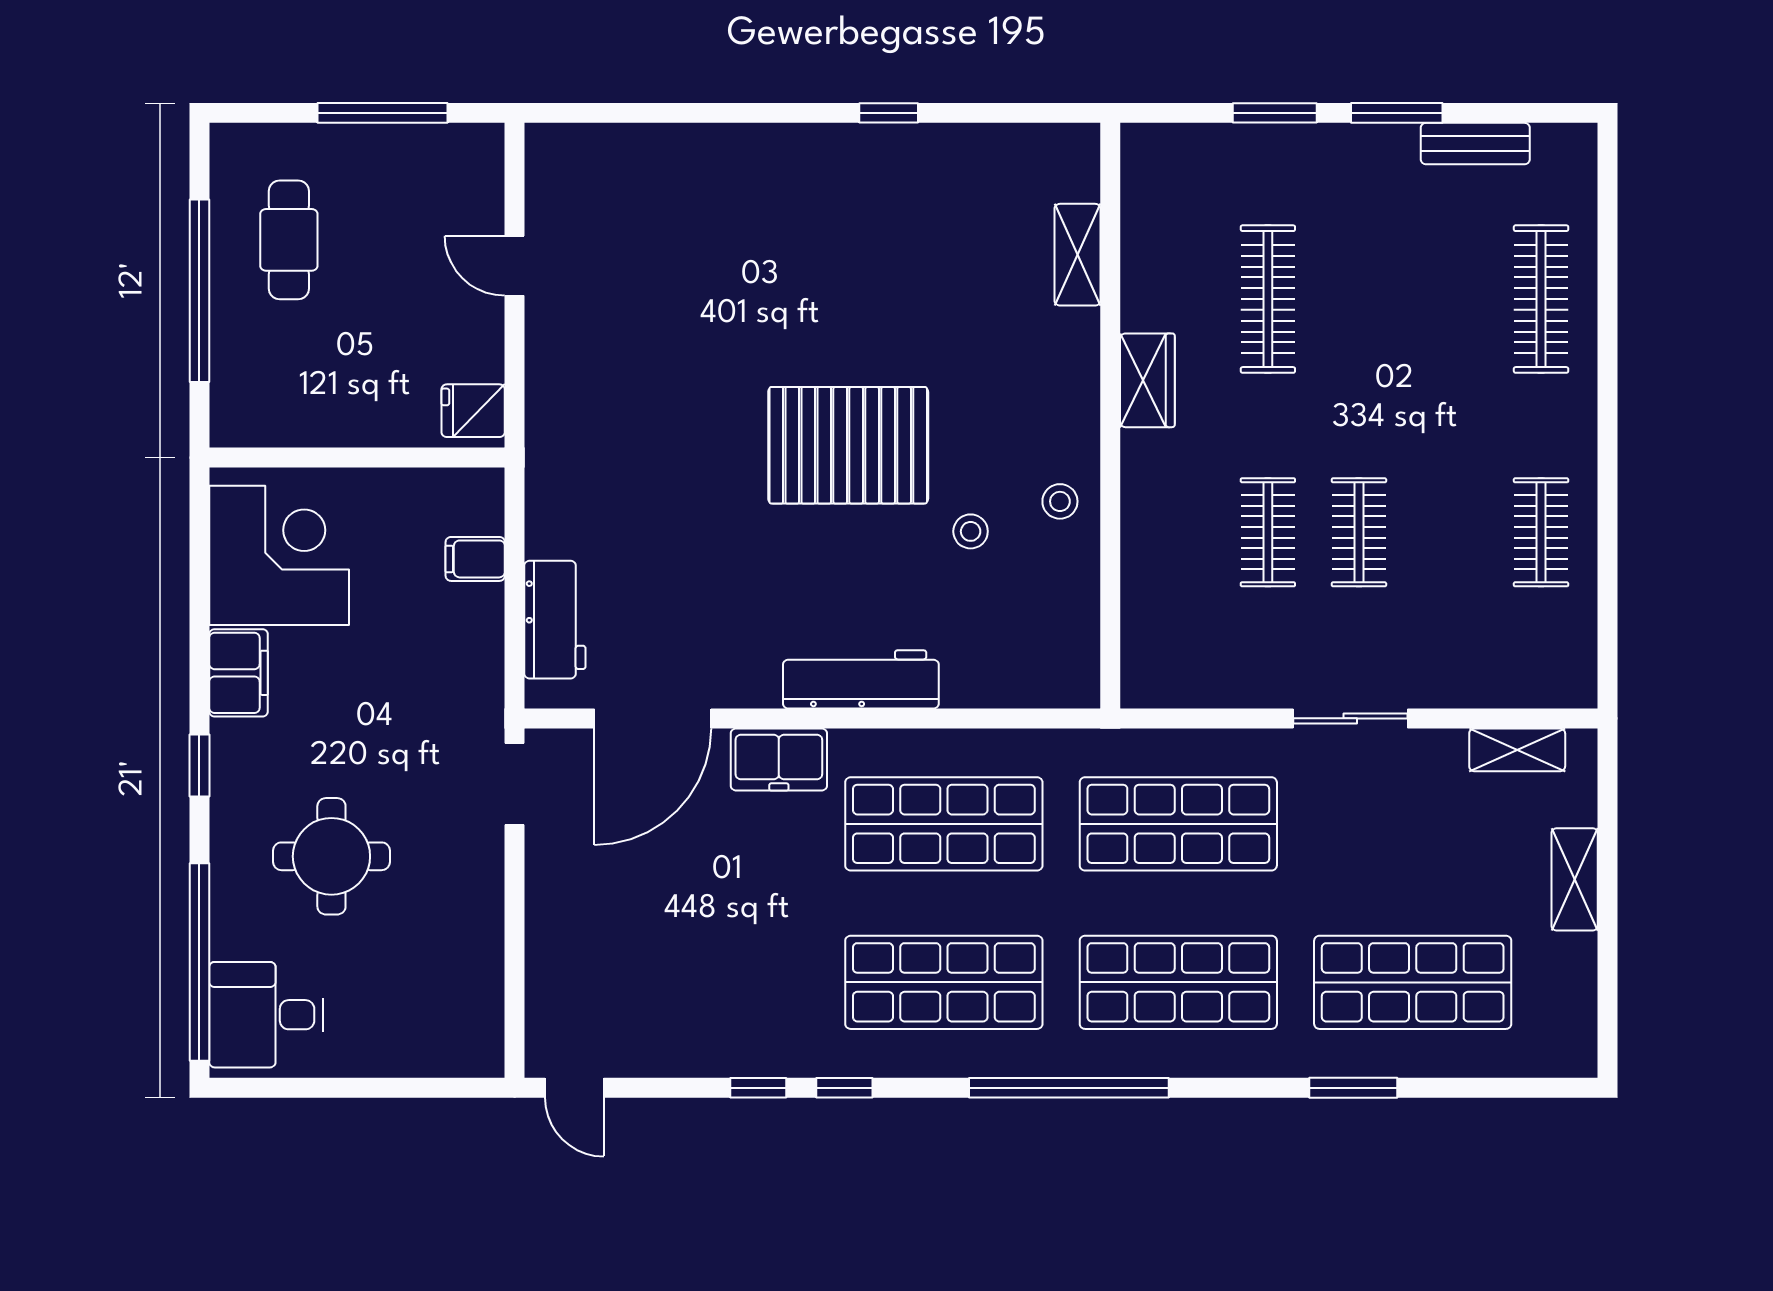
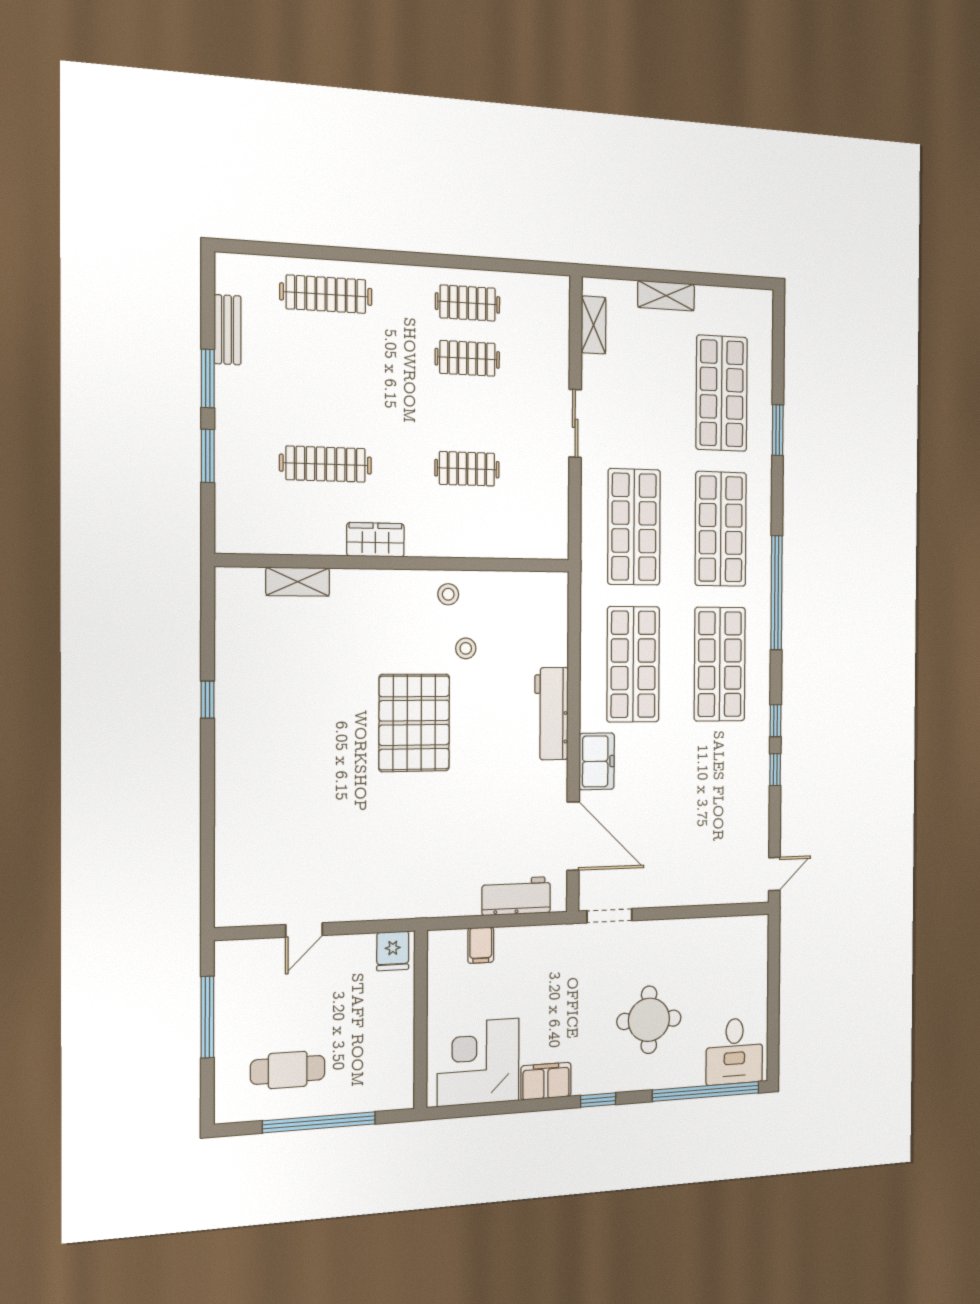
clothes rail: (1359, 532) -> (467, 358), moved

